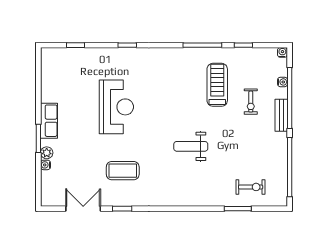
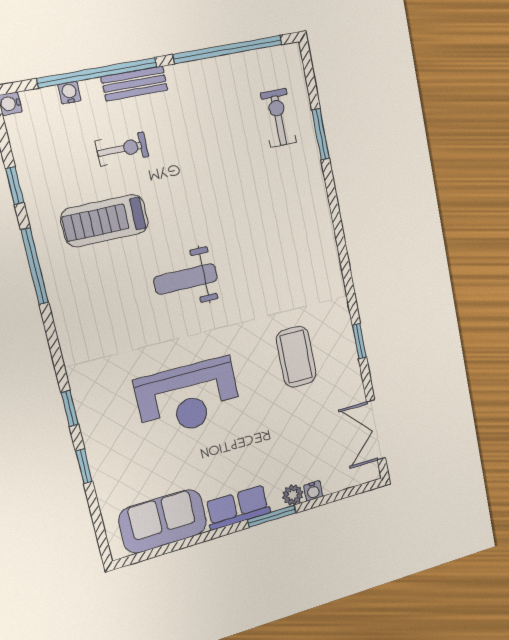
window: (76, 45) -> (84, 466), moved
sofa: (54, 79) -> (163, 521), added
reception desk: (116, 107) -> (188, 398), turned 180
weight bench: (191, 146) -> (186, 279), moved, turned 90
double door: (83, 209) -> (376, 430), moved

